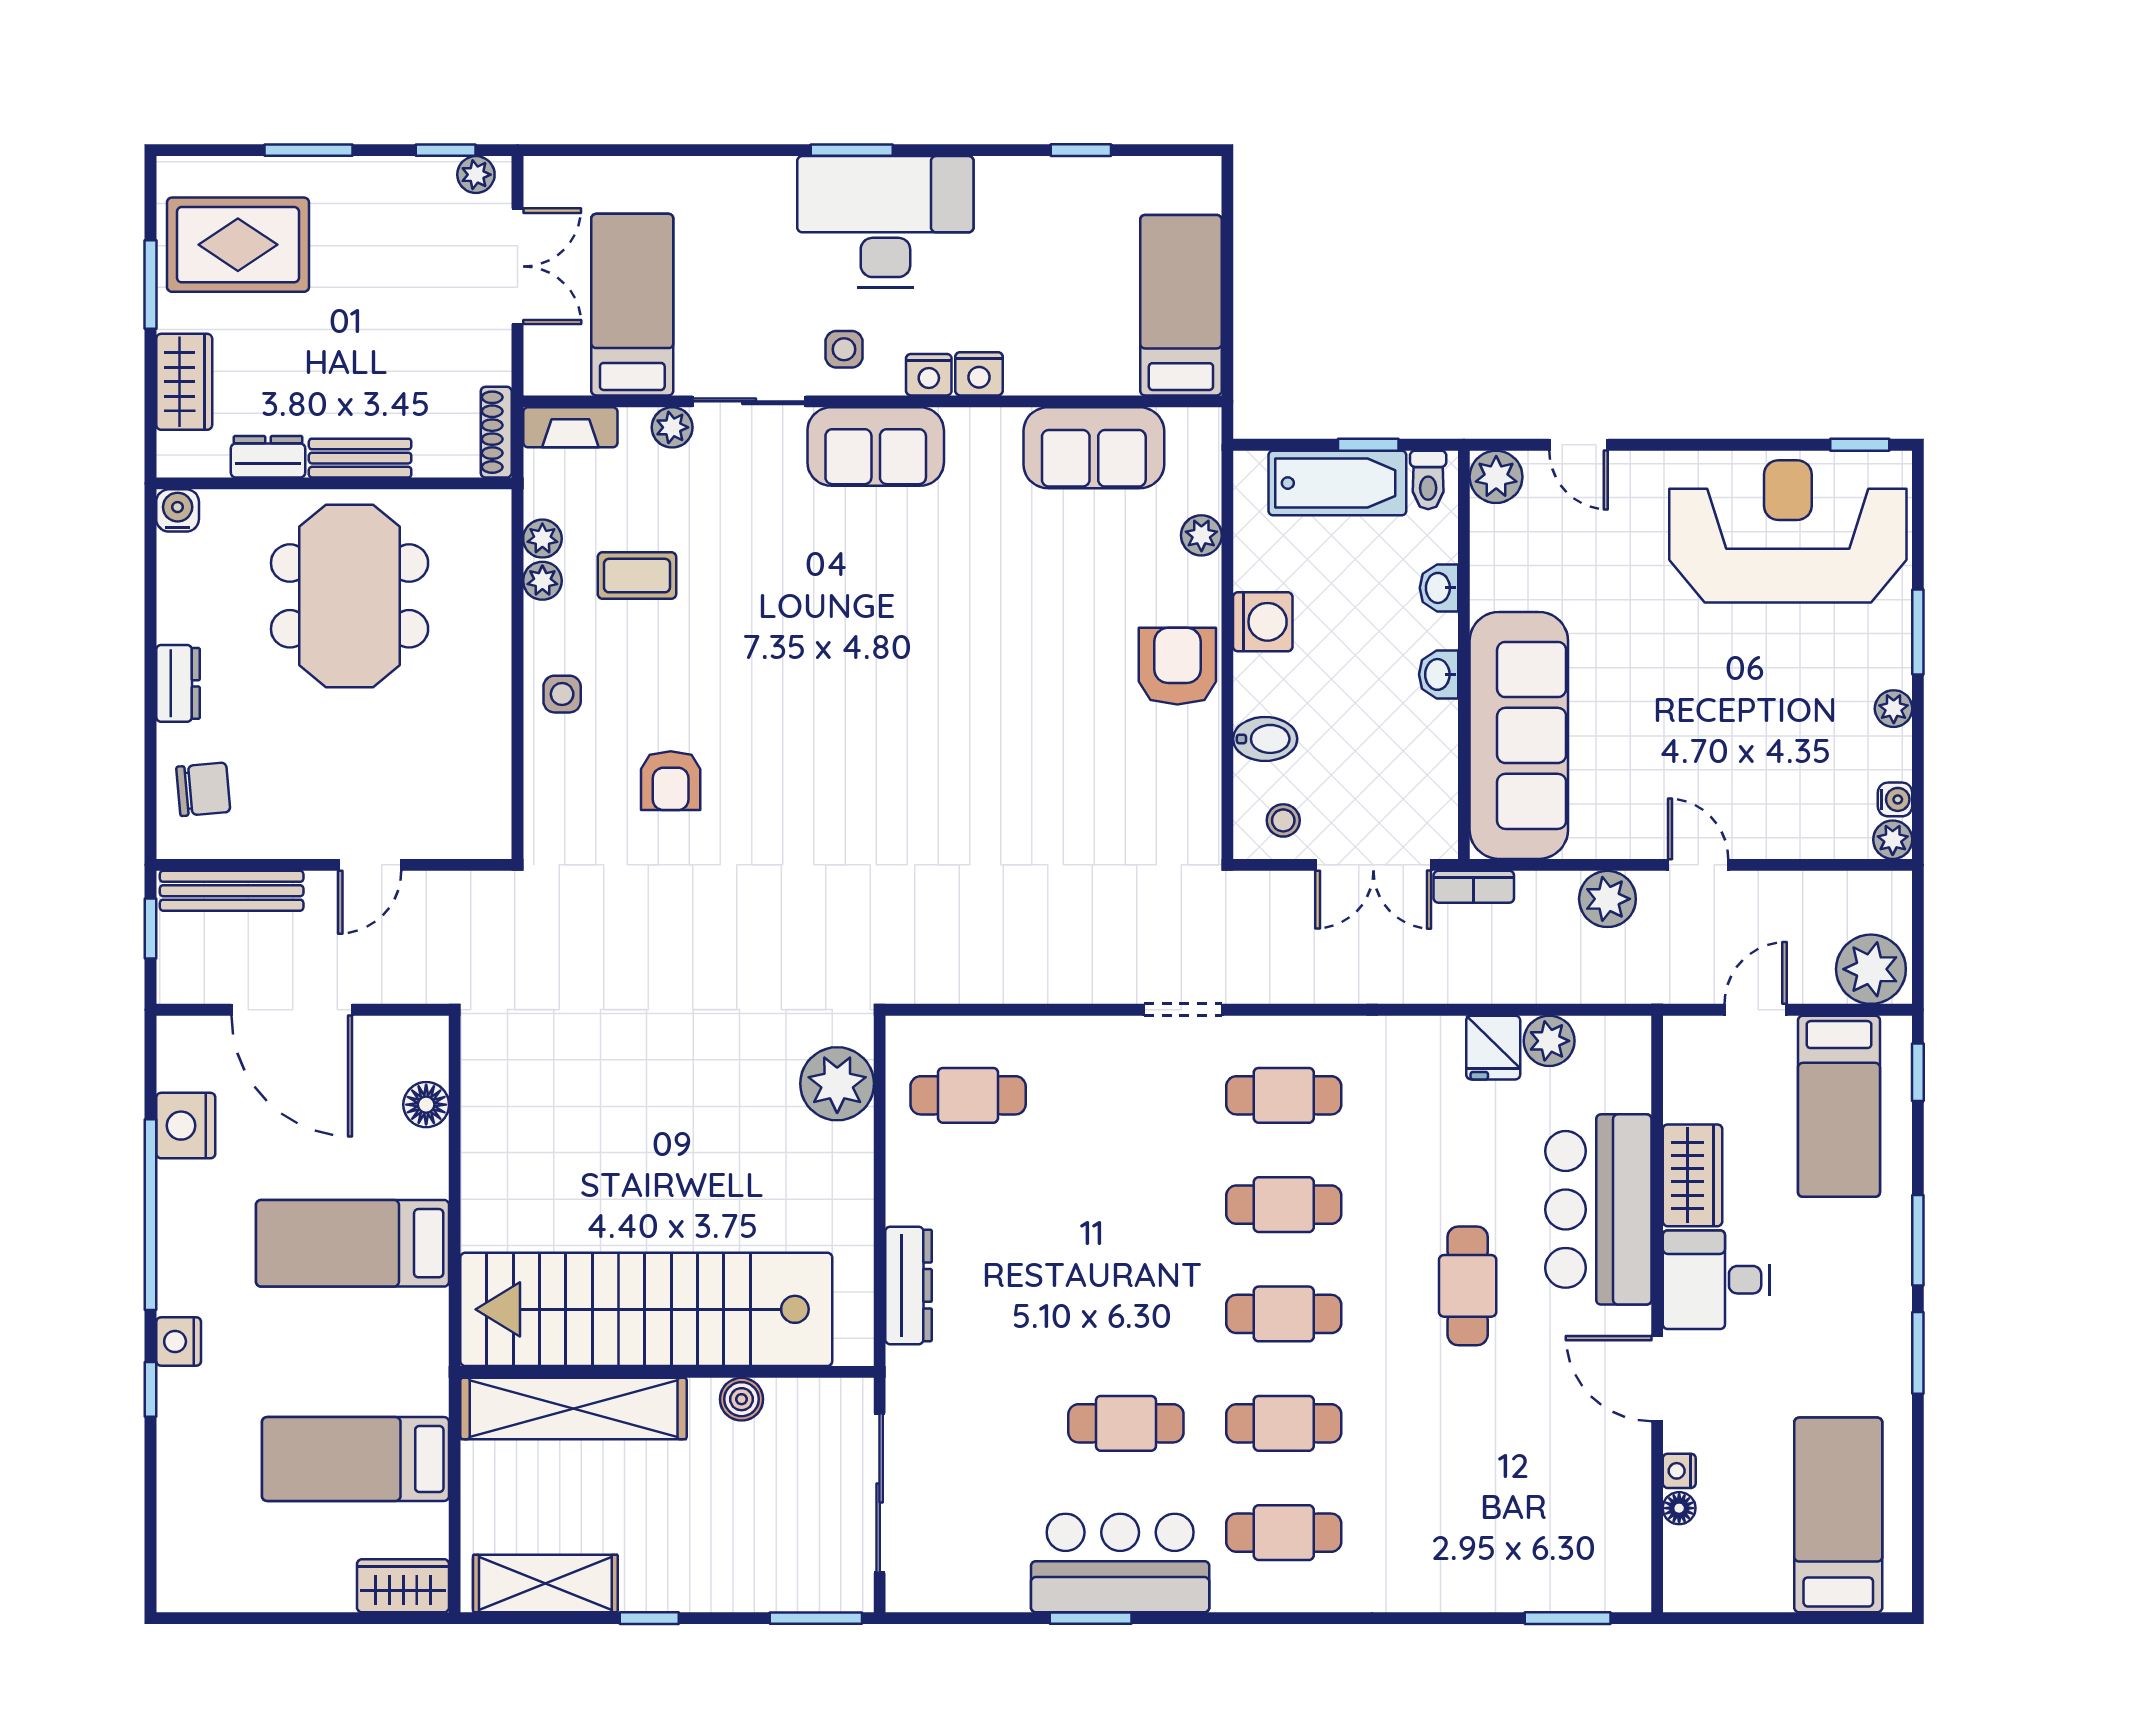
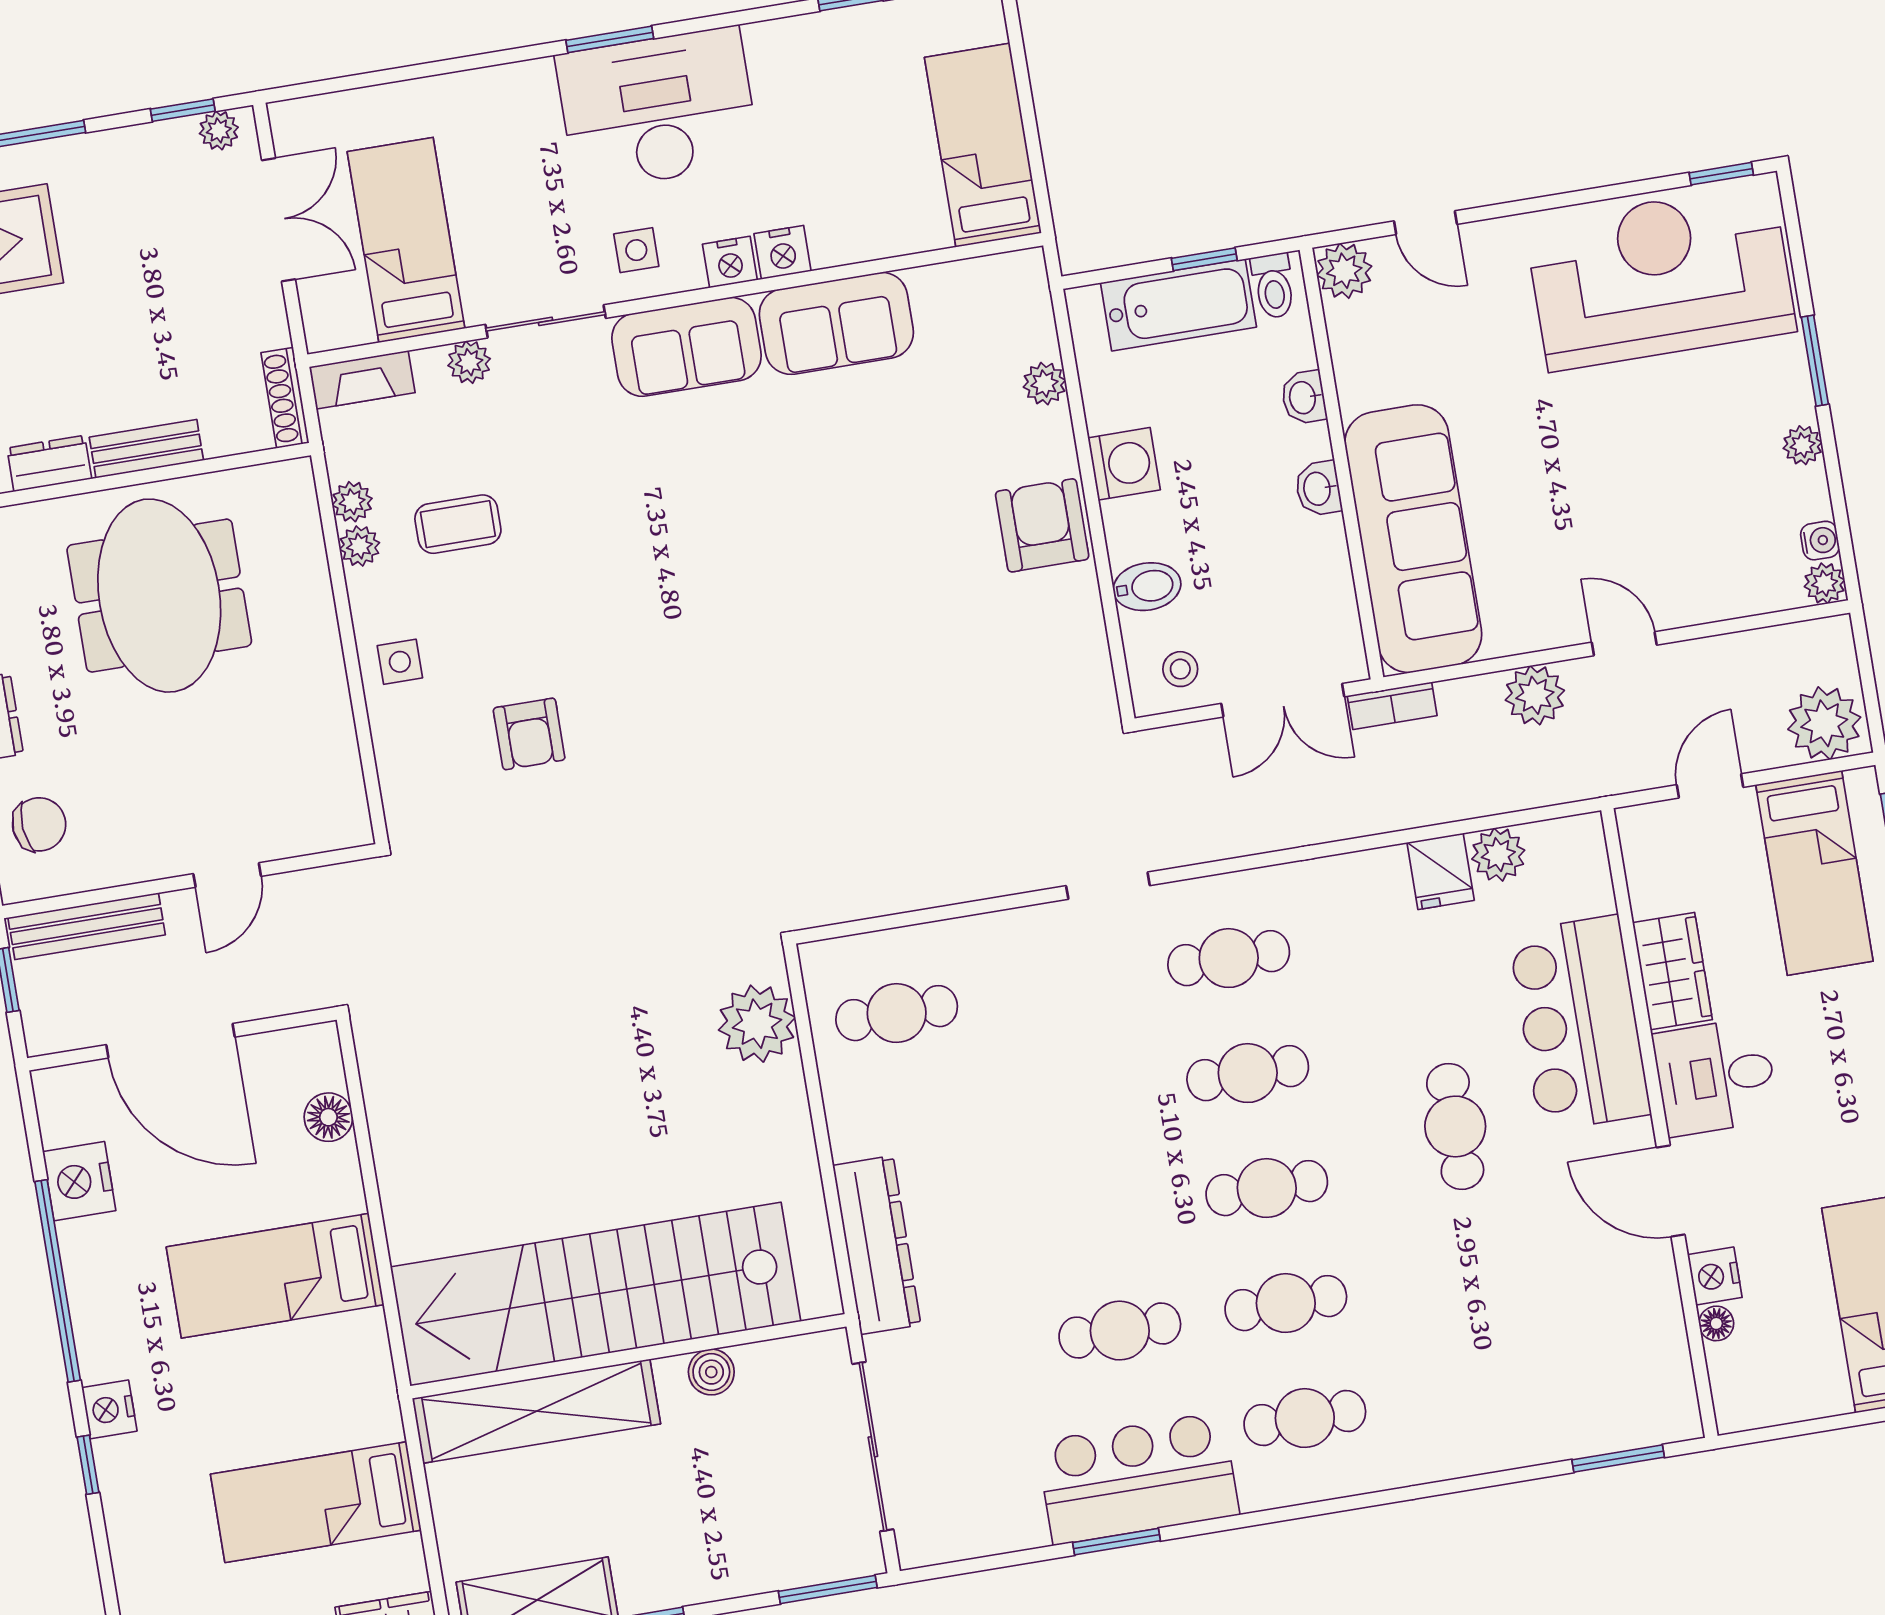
sofa: (1094, 448) -> (836, 323), moved
dresser: (909, 1285) -> (877, 1245), width x1.37, depth x1.24
nightstand: (1679, 1471) -> (1715, 1276), width x1.39, depth x1.35

